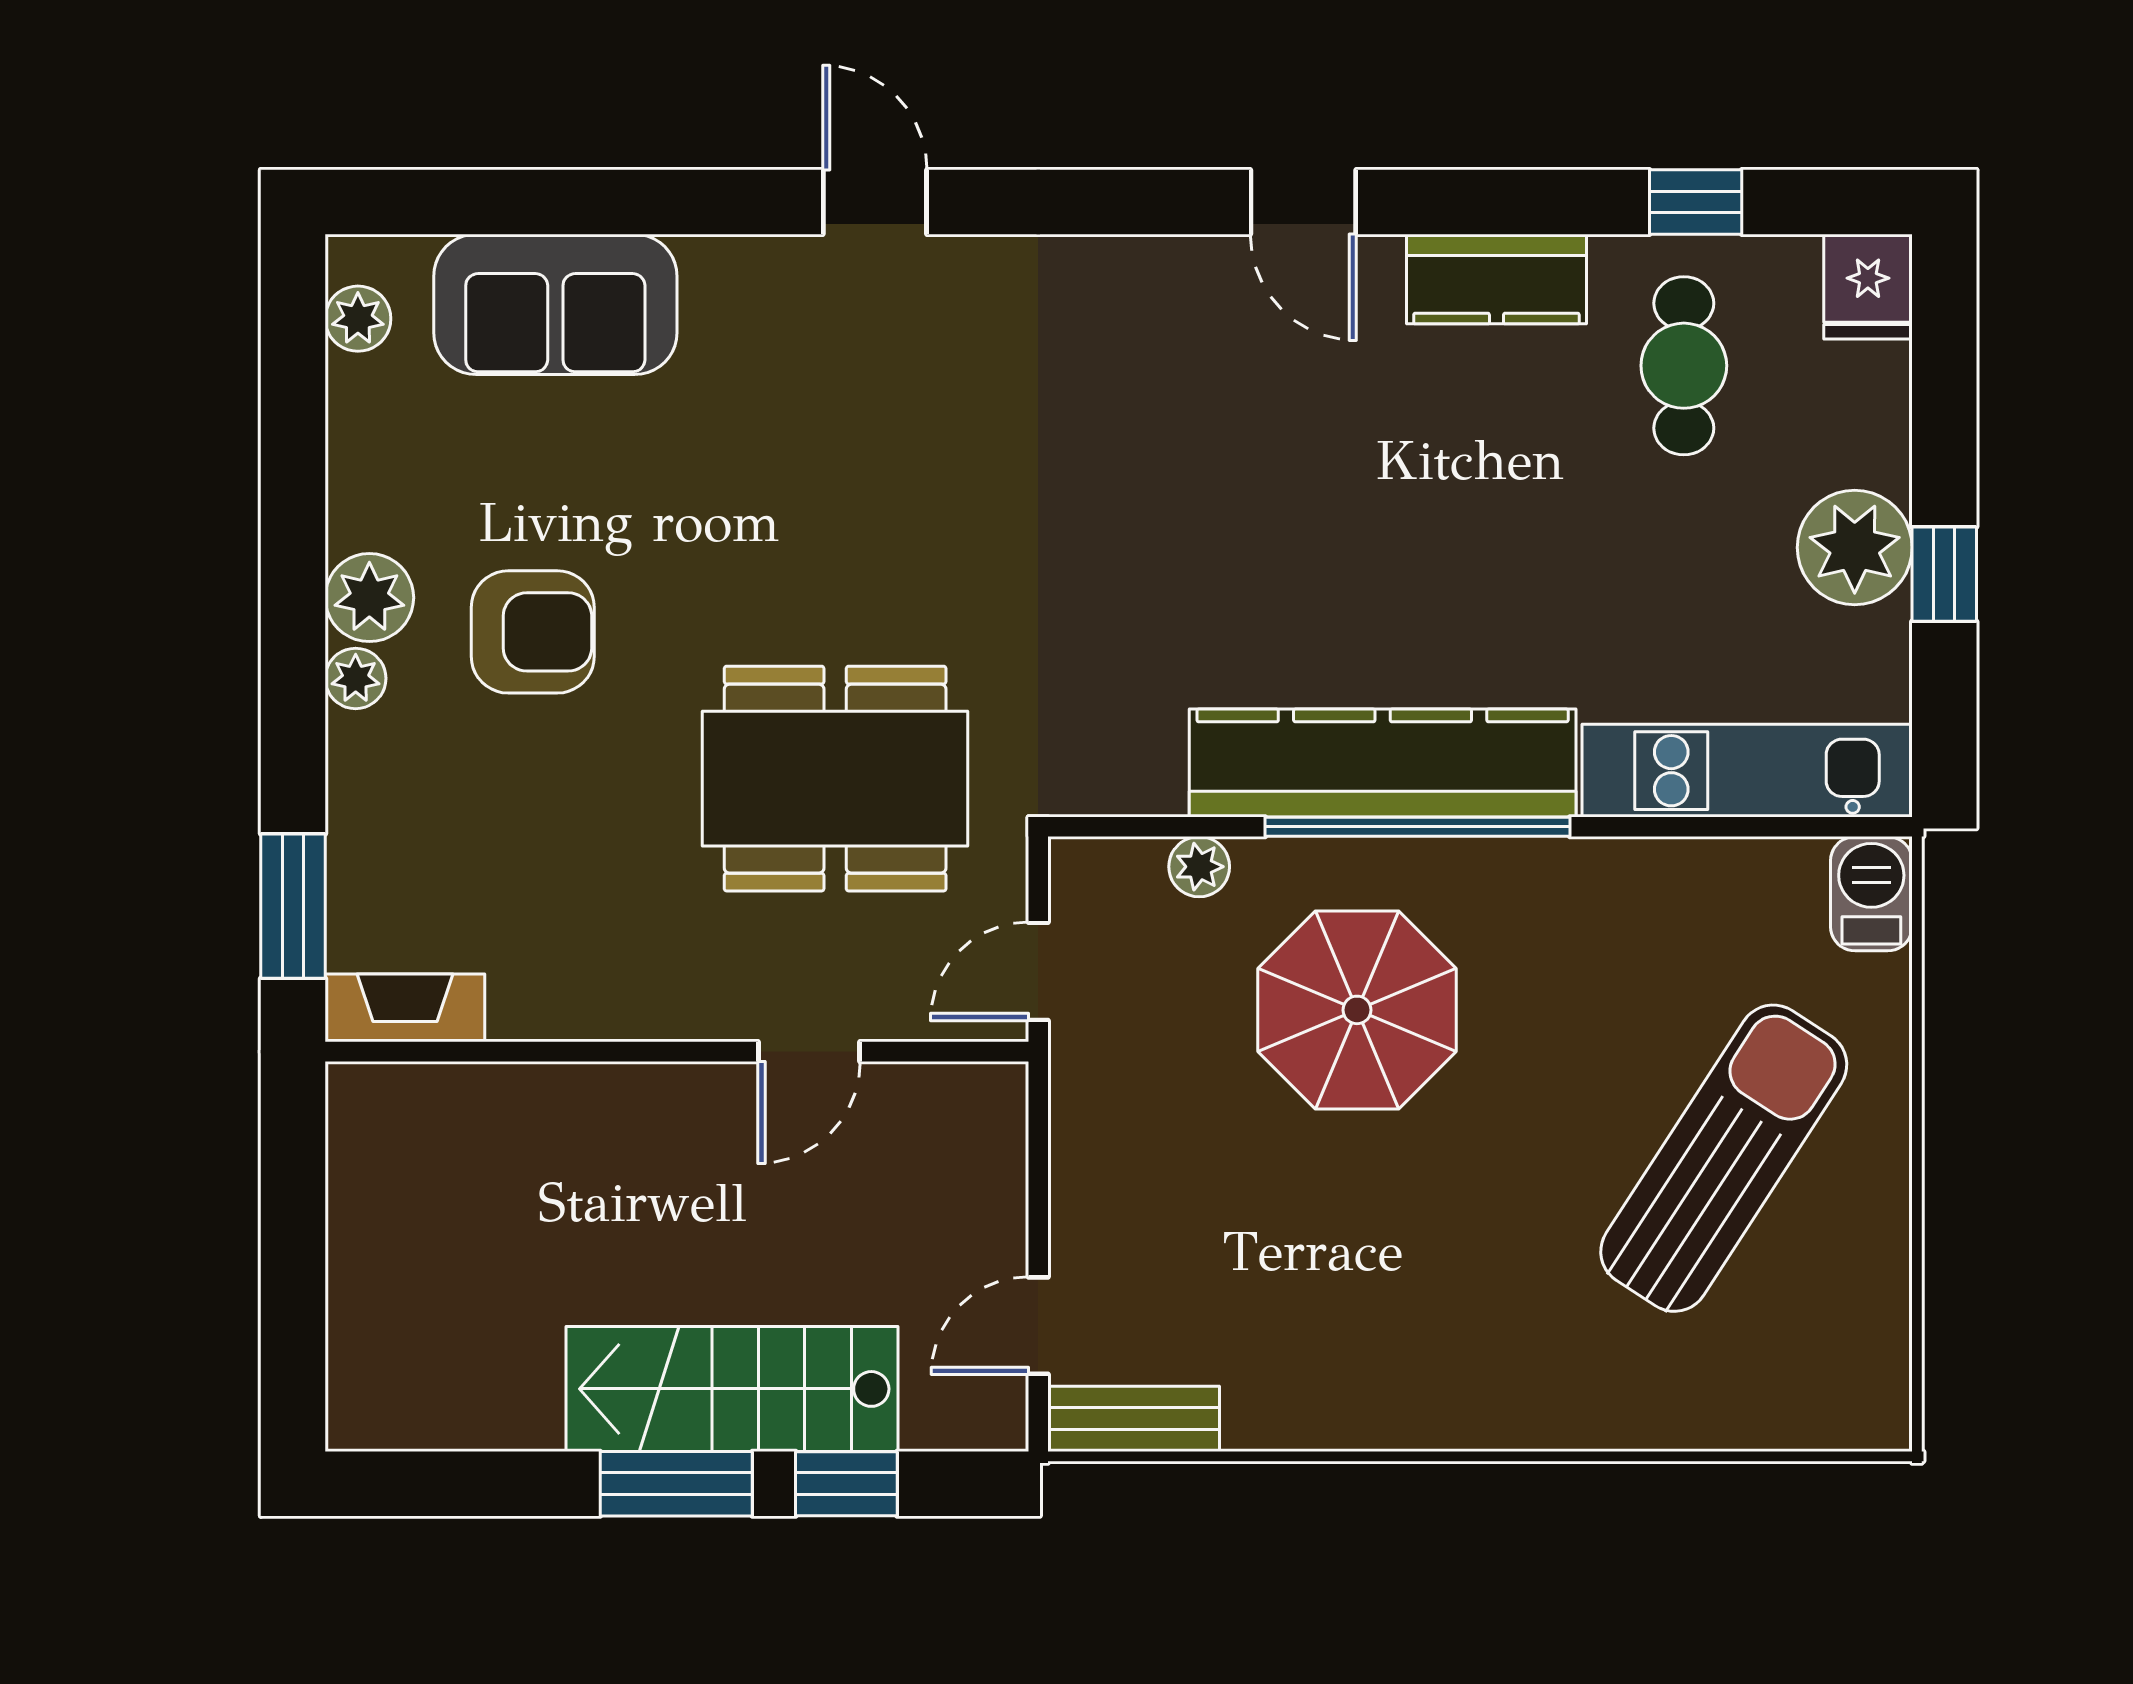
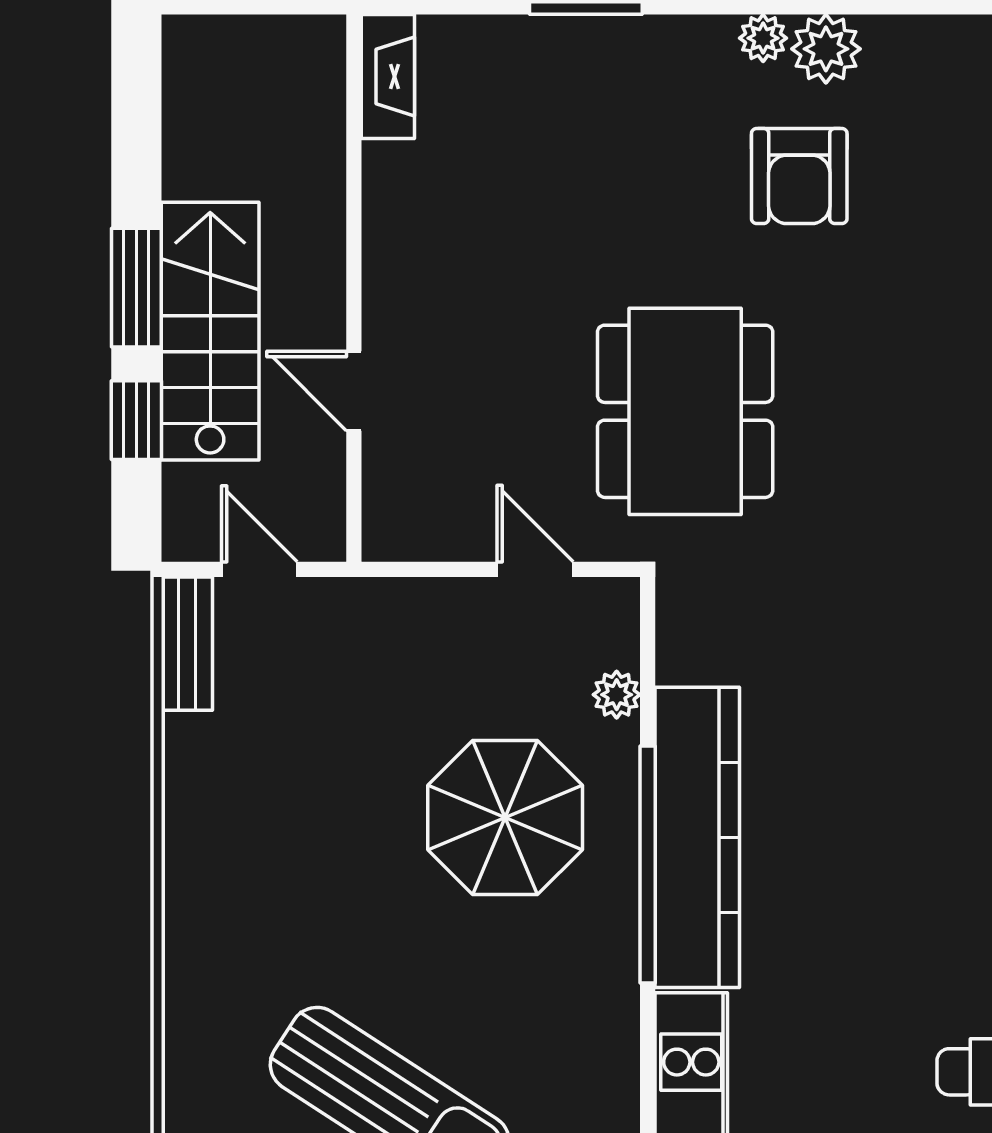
fireplace: (405, 1008) -> (388, 77), moved
wall: (677, 1052) -> (354, 288), moved
door: (809, 1052) -> (354, 391), moved

